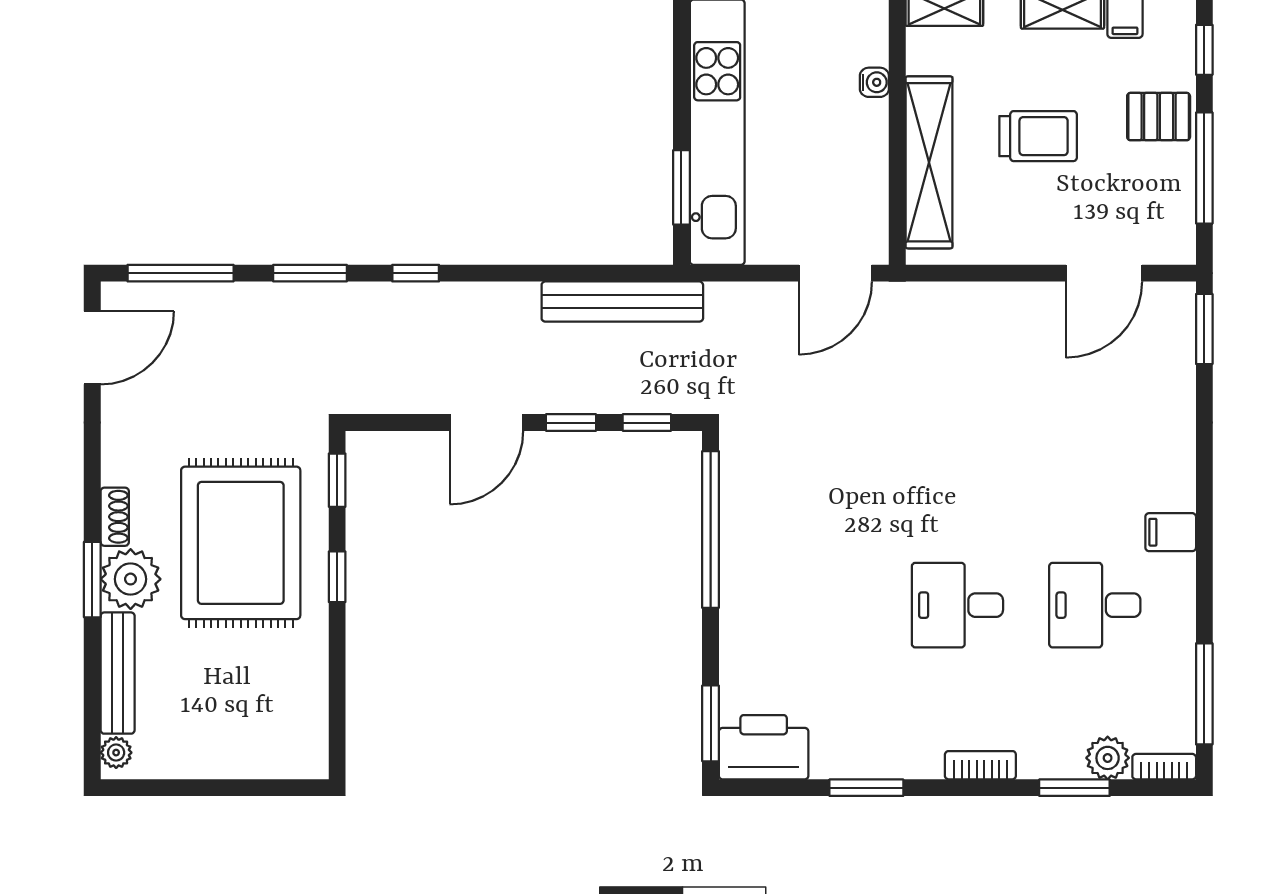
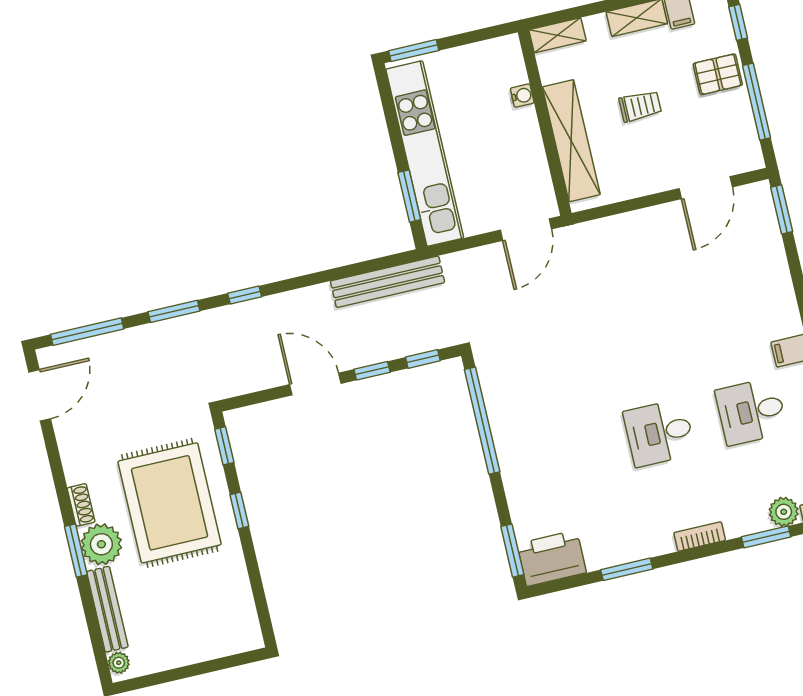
trolley: (1038, 136) -> (640, 106), width x0.73, depth x0.72
door: (486, 423) -> (315, 384), swing flipped

